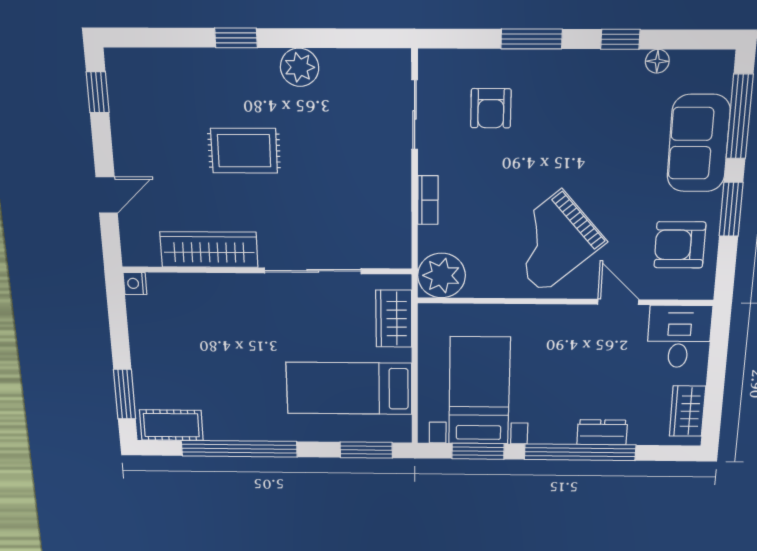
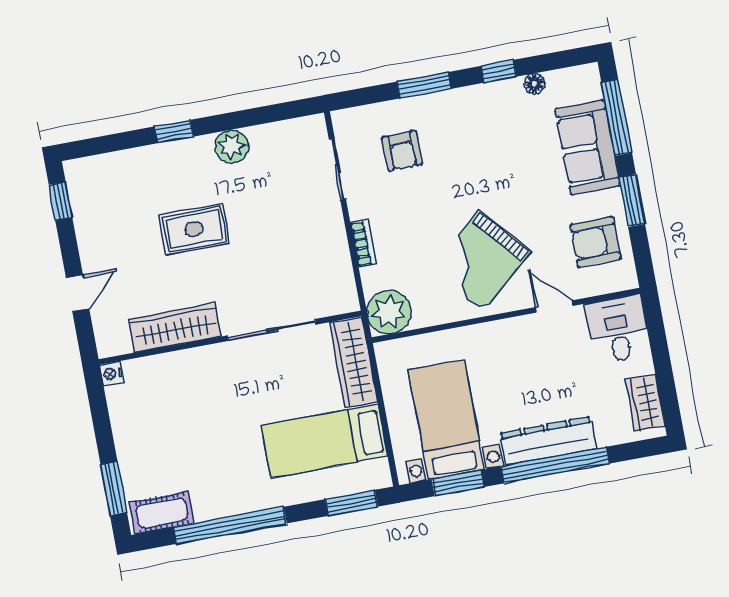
wardrobe: (394, 319) -> (354, 362), width x1.50
dresser: (602, 432) -> (548, 441), width x1.96, depth x1.24

